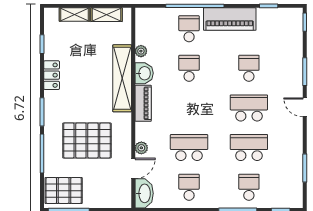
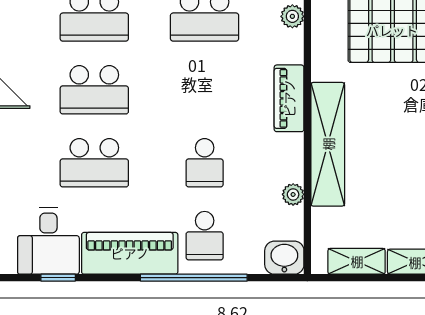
desk: (274, 26) -> (48, 241), added
school desk: (249, 68) -> (94, 163), width x1.85
washbasin: (144, 73) -> (284, 258), moved, turned 90

